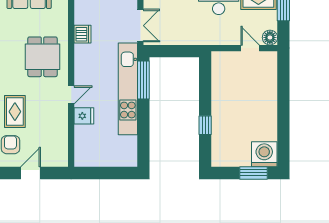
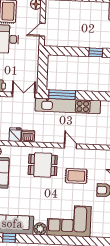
door: (250, 48) -> (42, 30), moved
rug: (15, 112) -> (76, 176), moved
fridge: (84, 116) -> (15, 135), moved

